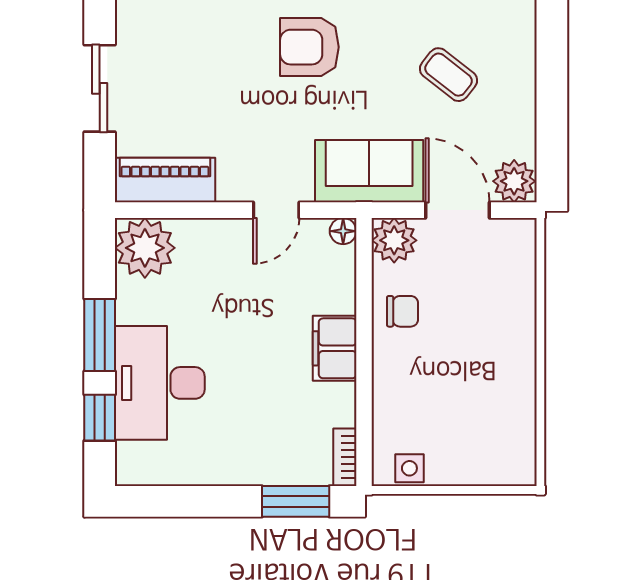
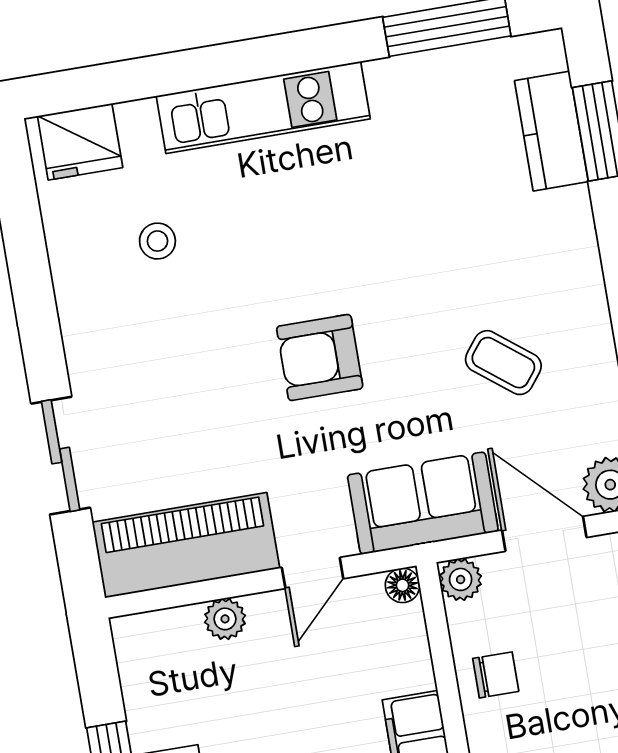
piano: (165, 180) -> (186, 545), width x1.37, depth x1.33
plant: (394, 240) -> (461, 579), width x0.73, depth x0.73
plant: (145, 248) -> (225, 619), moved, width x0.53, depth x0.53

